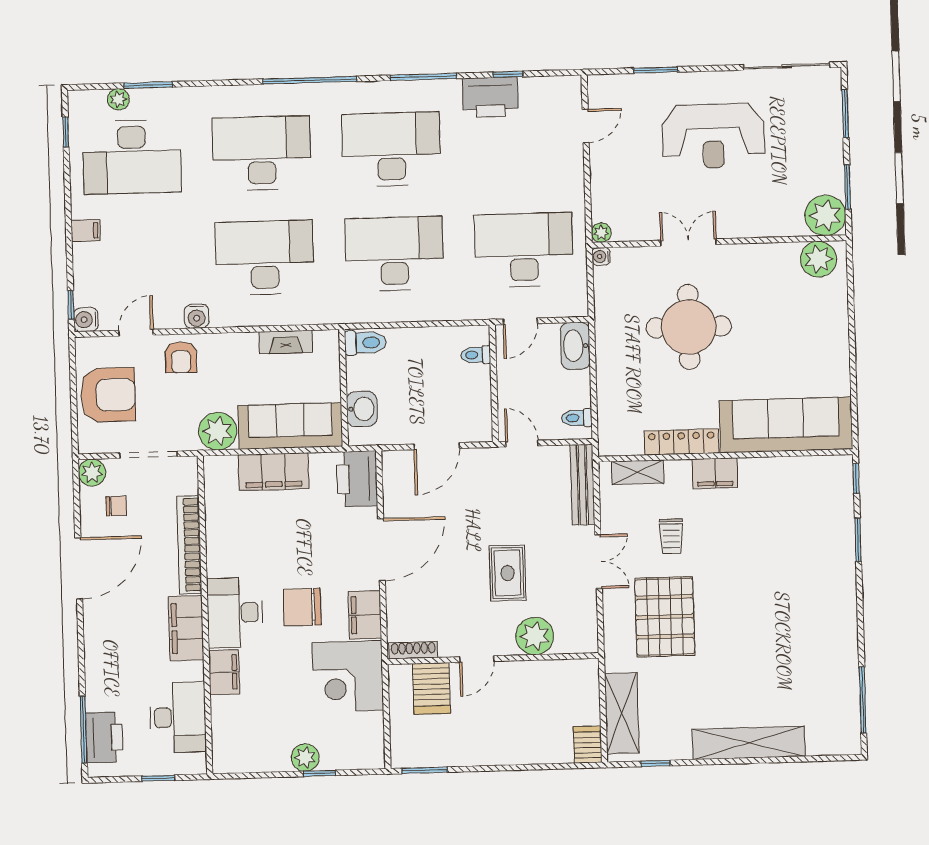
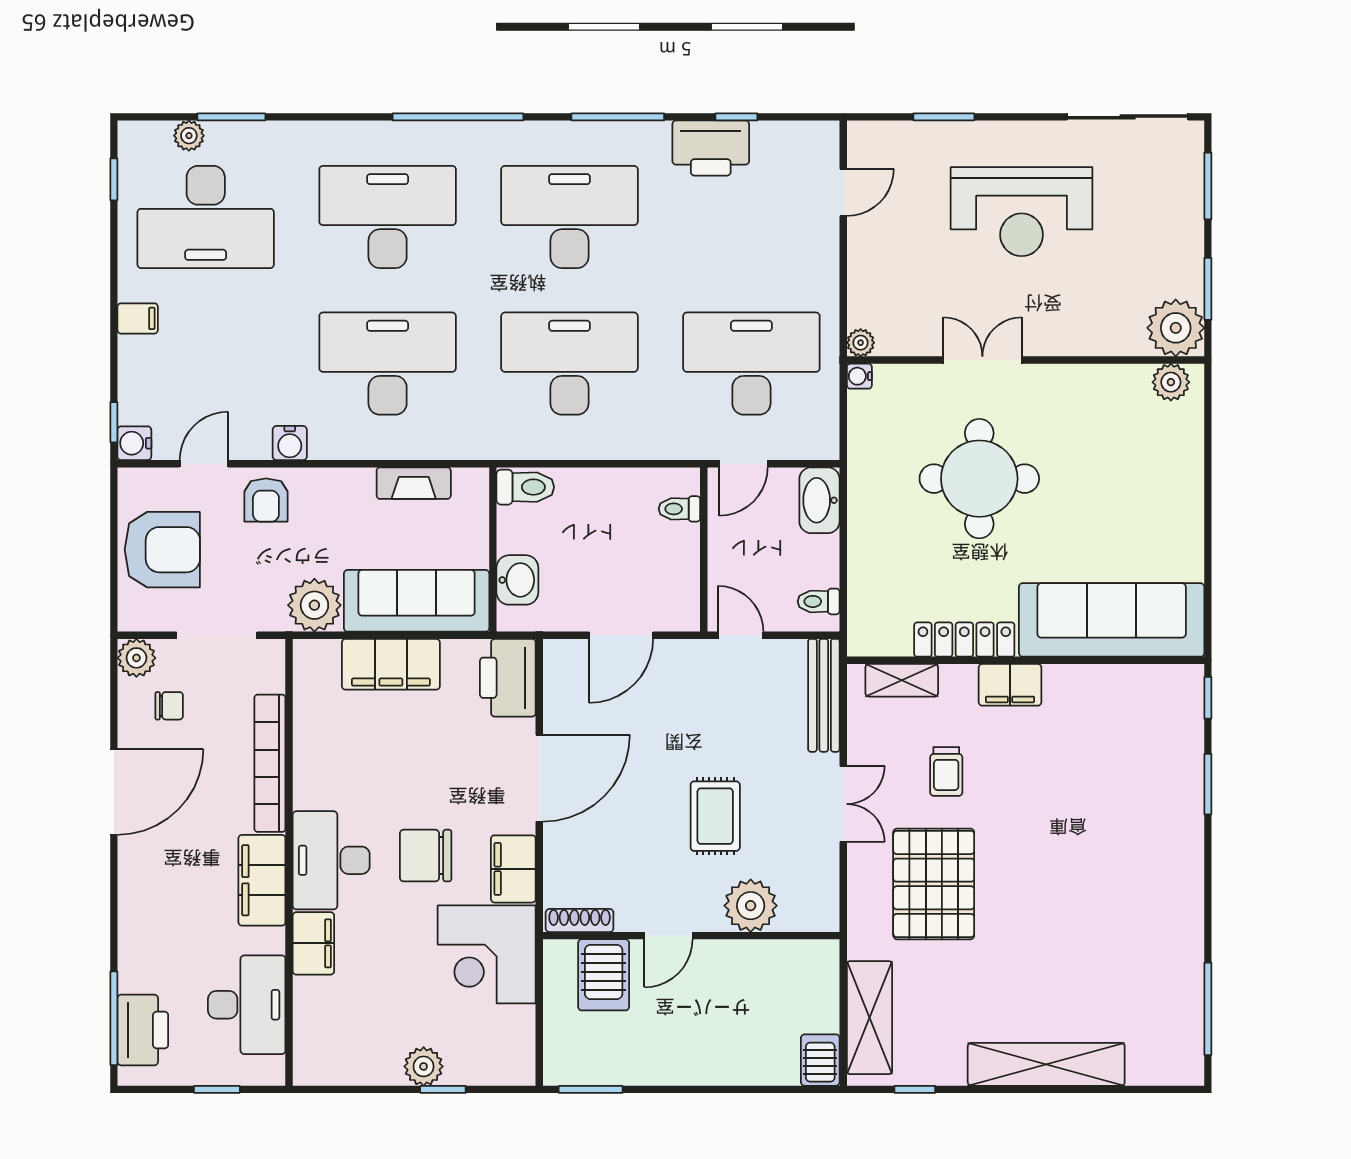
plant: (818, 259) -> (1171, 382), width x0.73, depth x0.73

